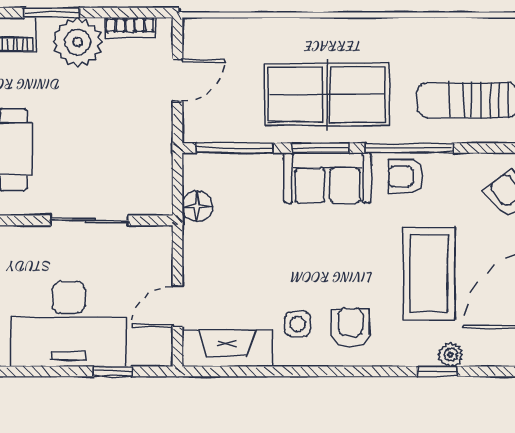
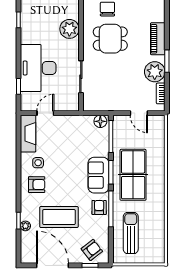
floor lamp: (197, 206) -> (100, 121), moved
door: (177, 306) -> (45, 113), hinge flipped

